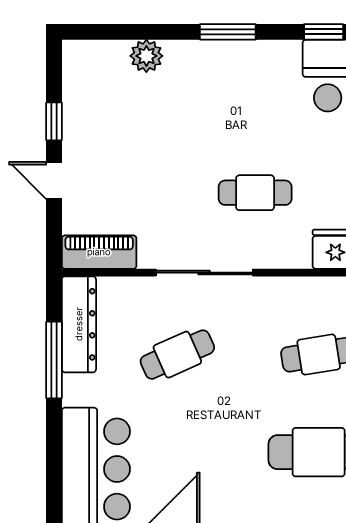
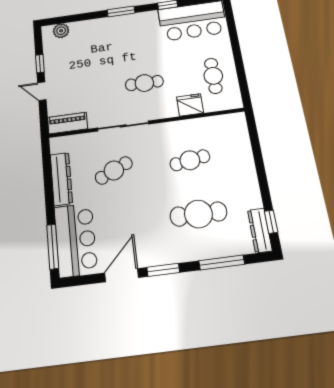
plant: (146, 56) -> (61, 31), moved
dresser: (79, 324) -> (61, 179), moved
window: (54, 360) -> (53, 247), moved

